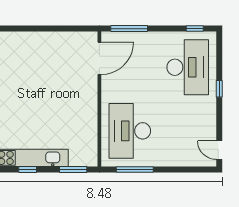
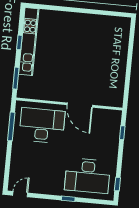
window: (129, 29) -> (122, 133), width x0.46
door: (99, 58) -> (80, 105), moved

